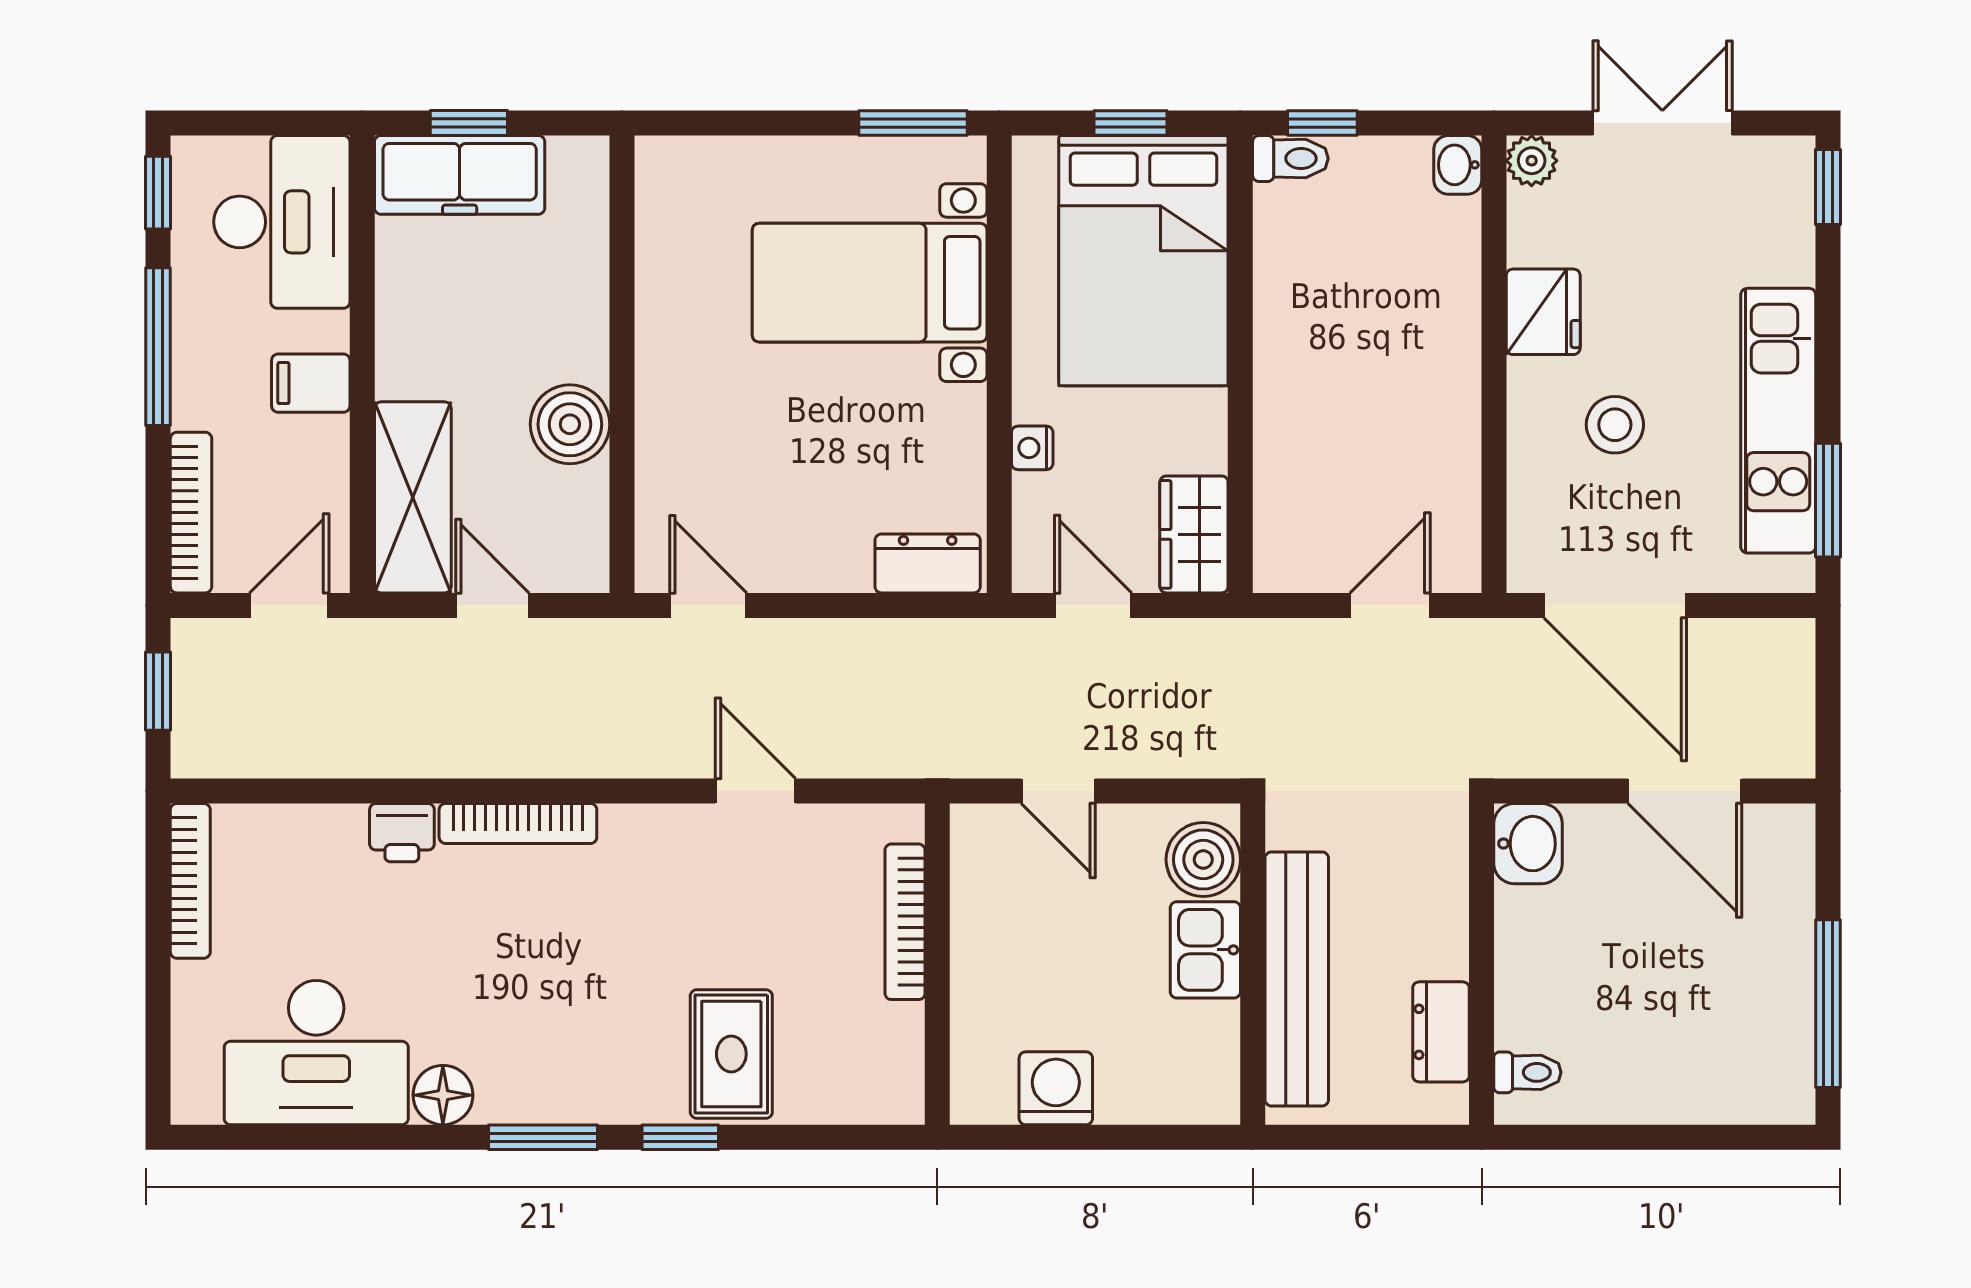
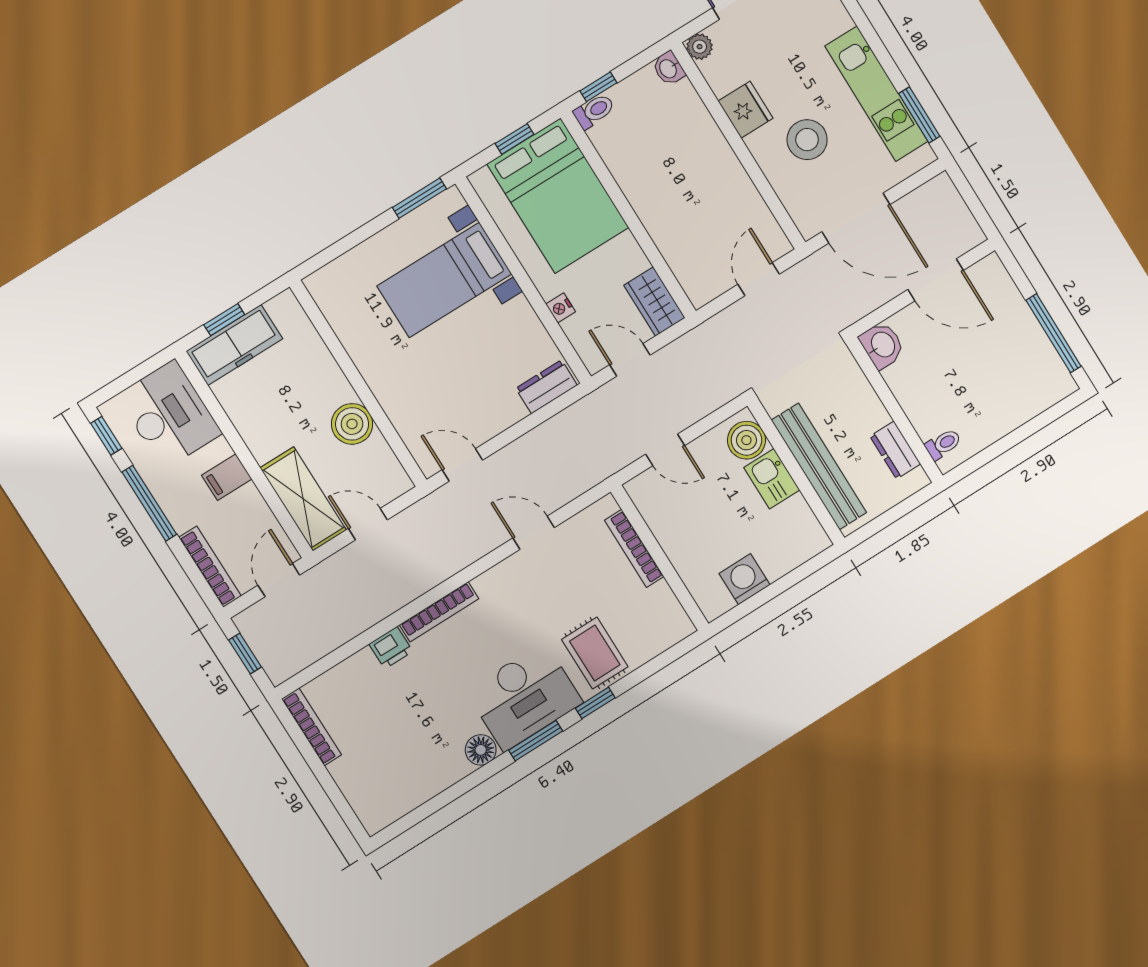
stool: (1615, 425) -> (807, 140), width x1.38, depth x1.38
desk: (316, 1053) -> (524, 697), moved

